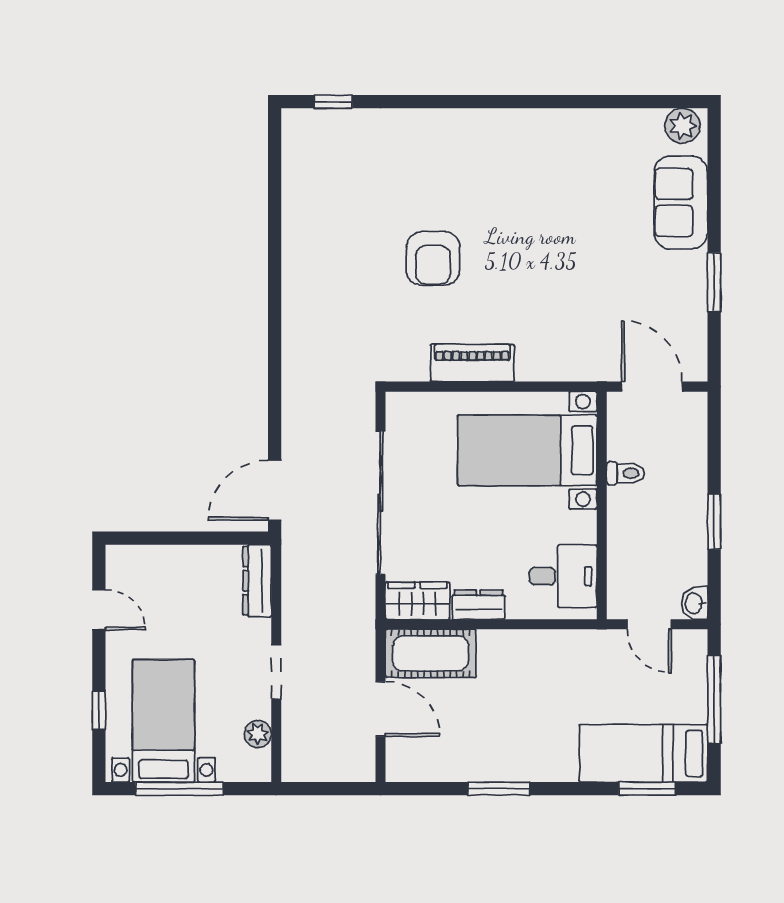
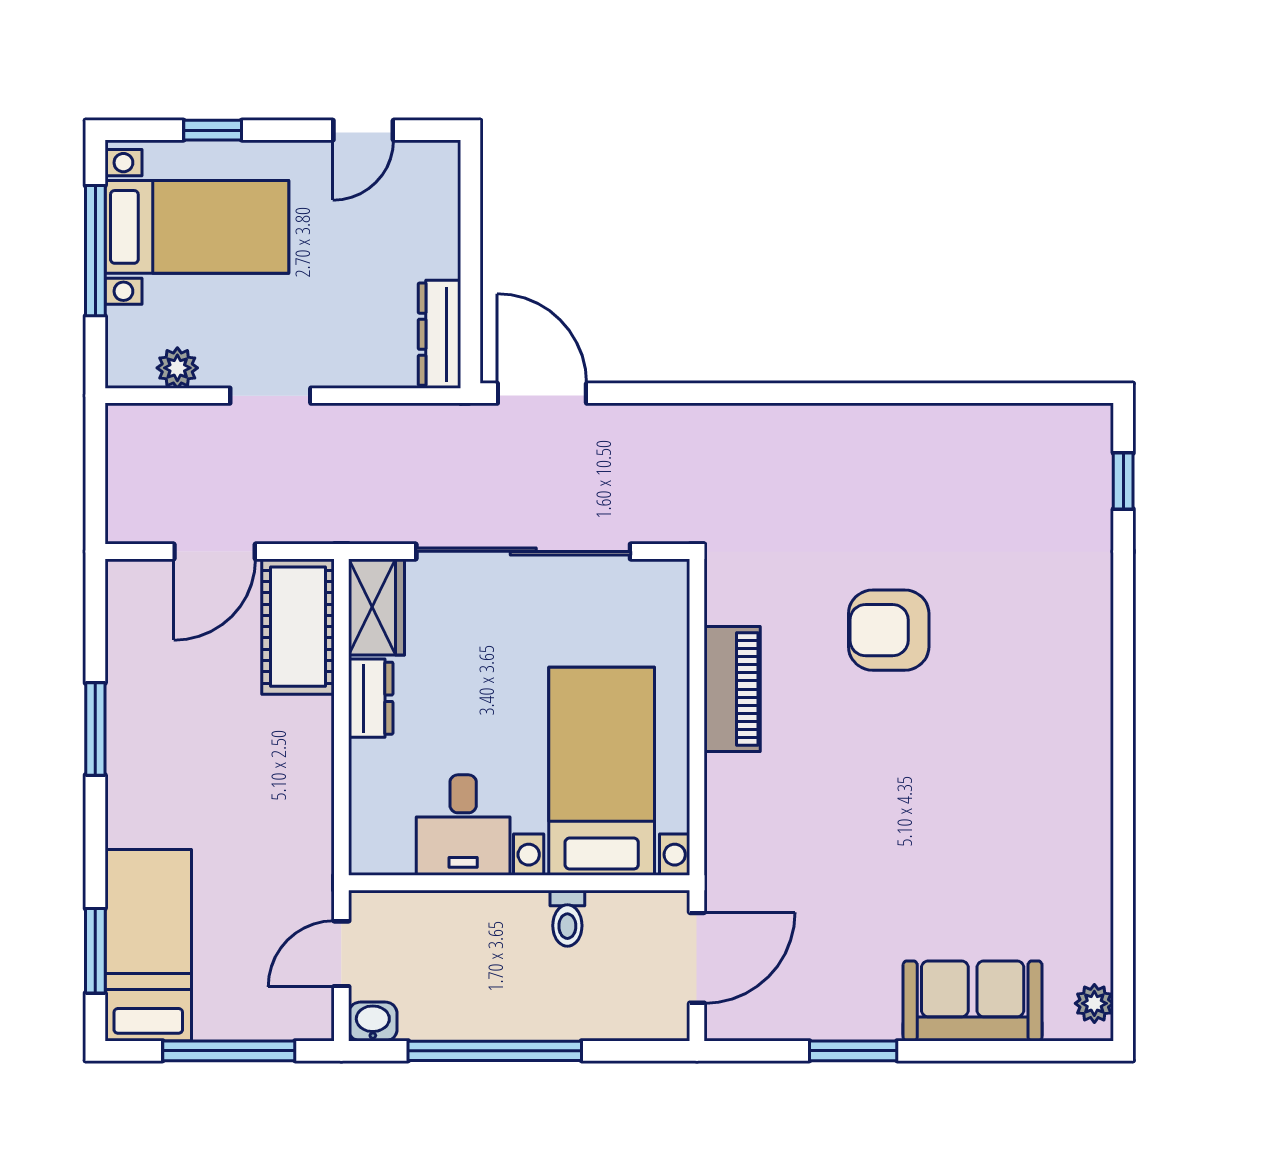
plant: (683, 126) -> (1094, 1003), width x0.73, depth x0.73
window: (714, 522) -> (495, 1051), width x2.11
desk: (563, 576) -> (463, 825), moved
dresser: (257, 581) -> (440, 334), moved, turned -90

